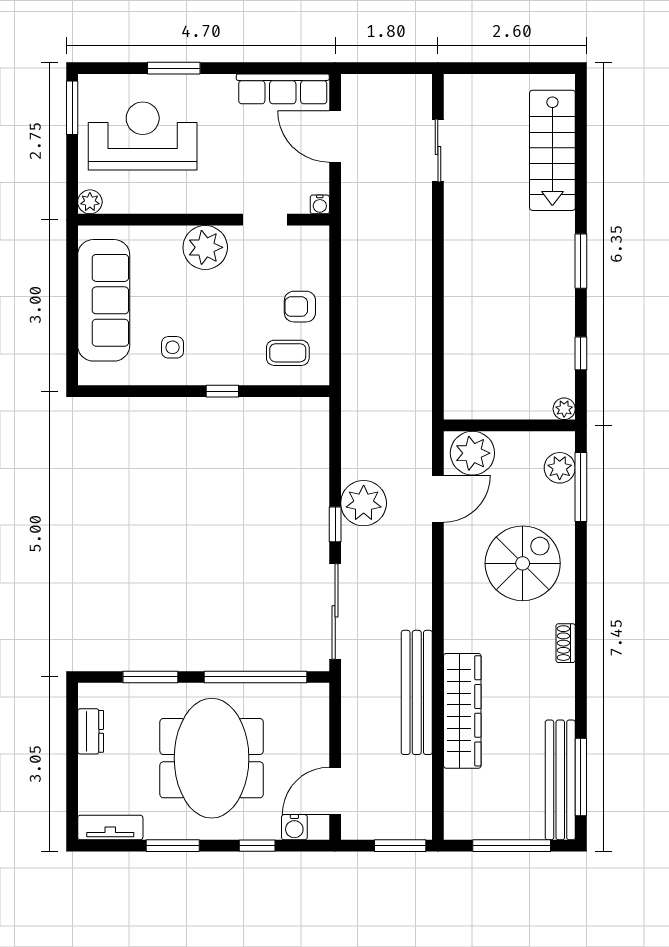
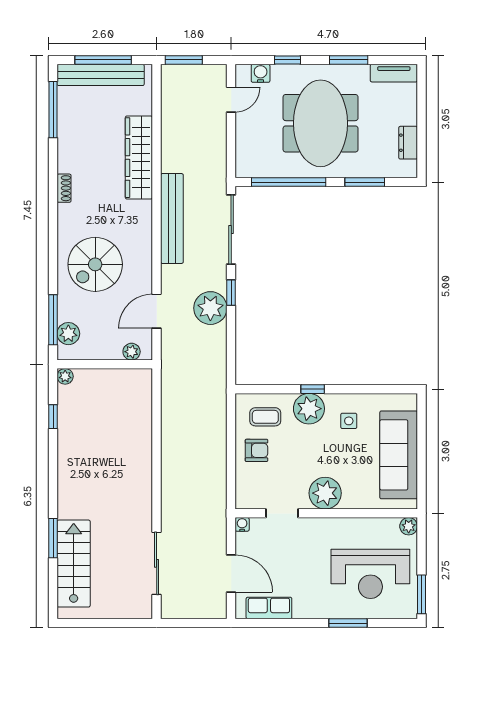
row of seats: (283, 89) -> (269, 608), width x0.68
sliding door: (438, 150) -> (157, 563), width x1.37
window: (581, 261) -> (53, 538), moved
plant: (228, 364) -> (309, 409), added
plant: (472, 453) -> (132, 352), width x0.53, depth x0.53
shoe rack: (566, 643) -> (64, 188), moved
bench: (417, 692) -> (172, 218), moved
bench: (560, 780) -> (101, 75), moved, turned 90
door: (335, 791) -> (231, 100), width x0.73

